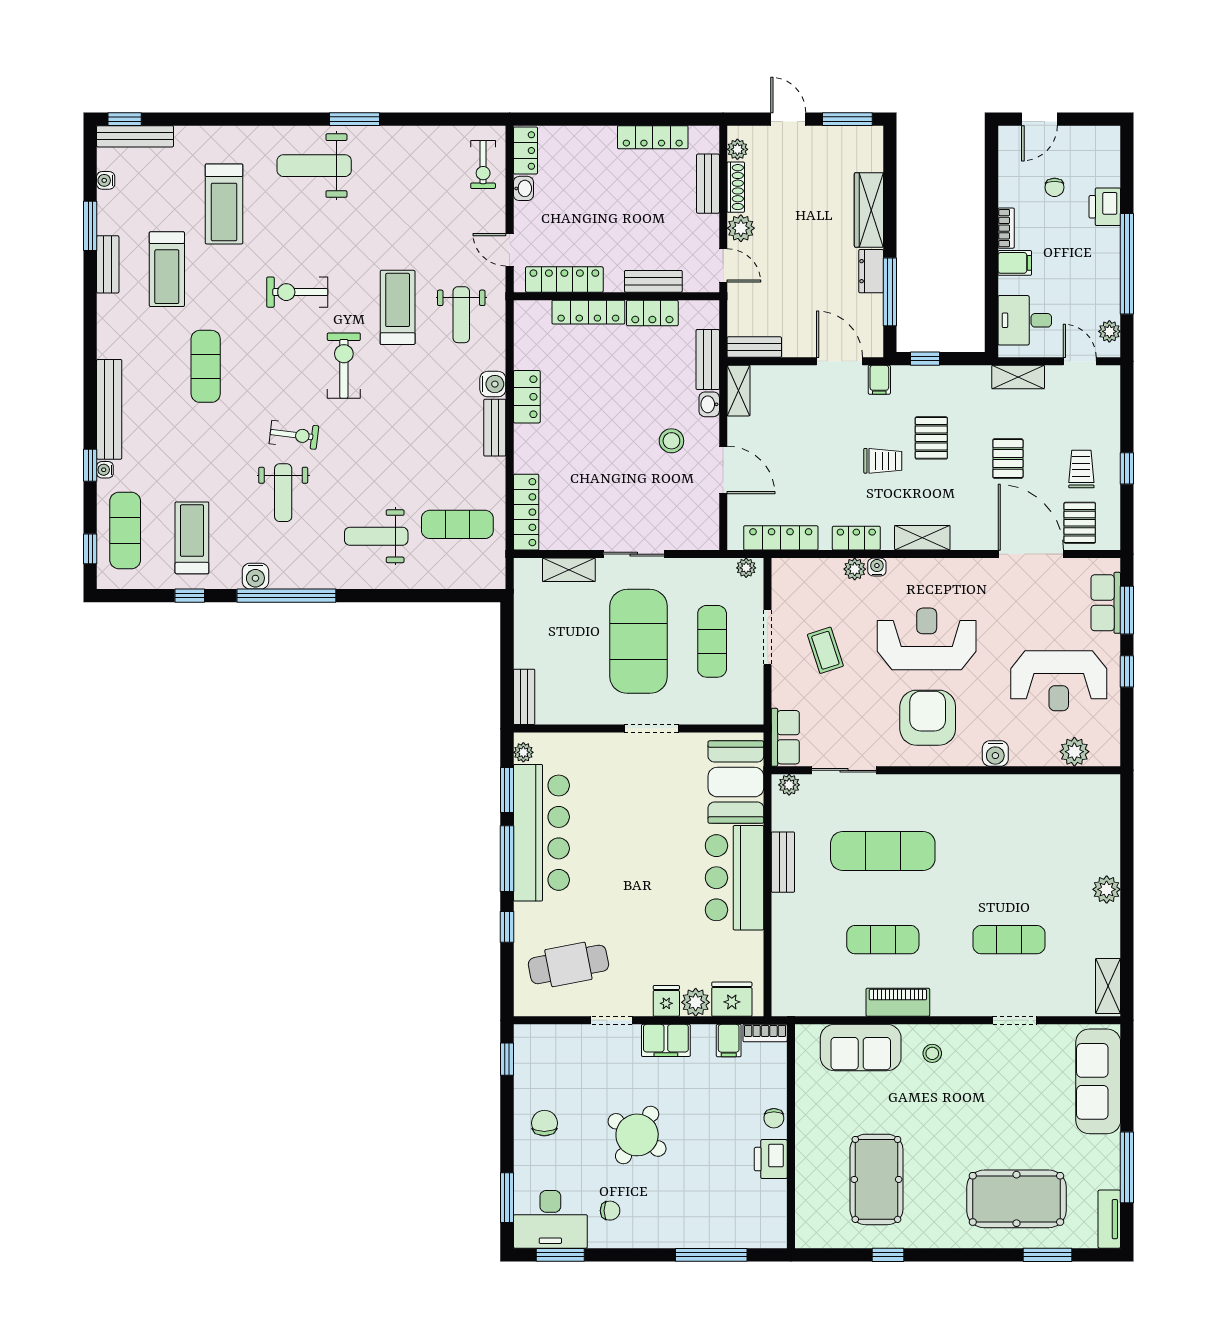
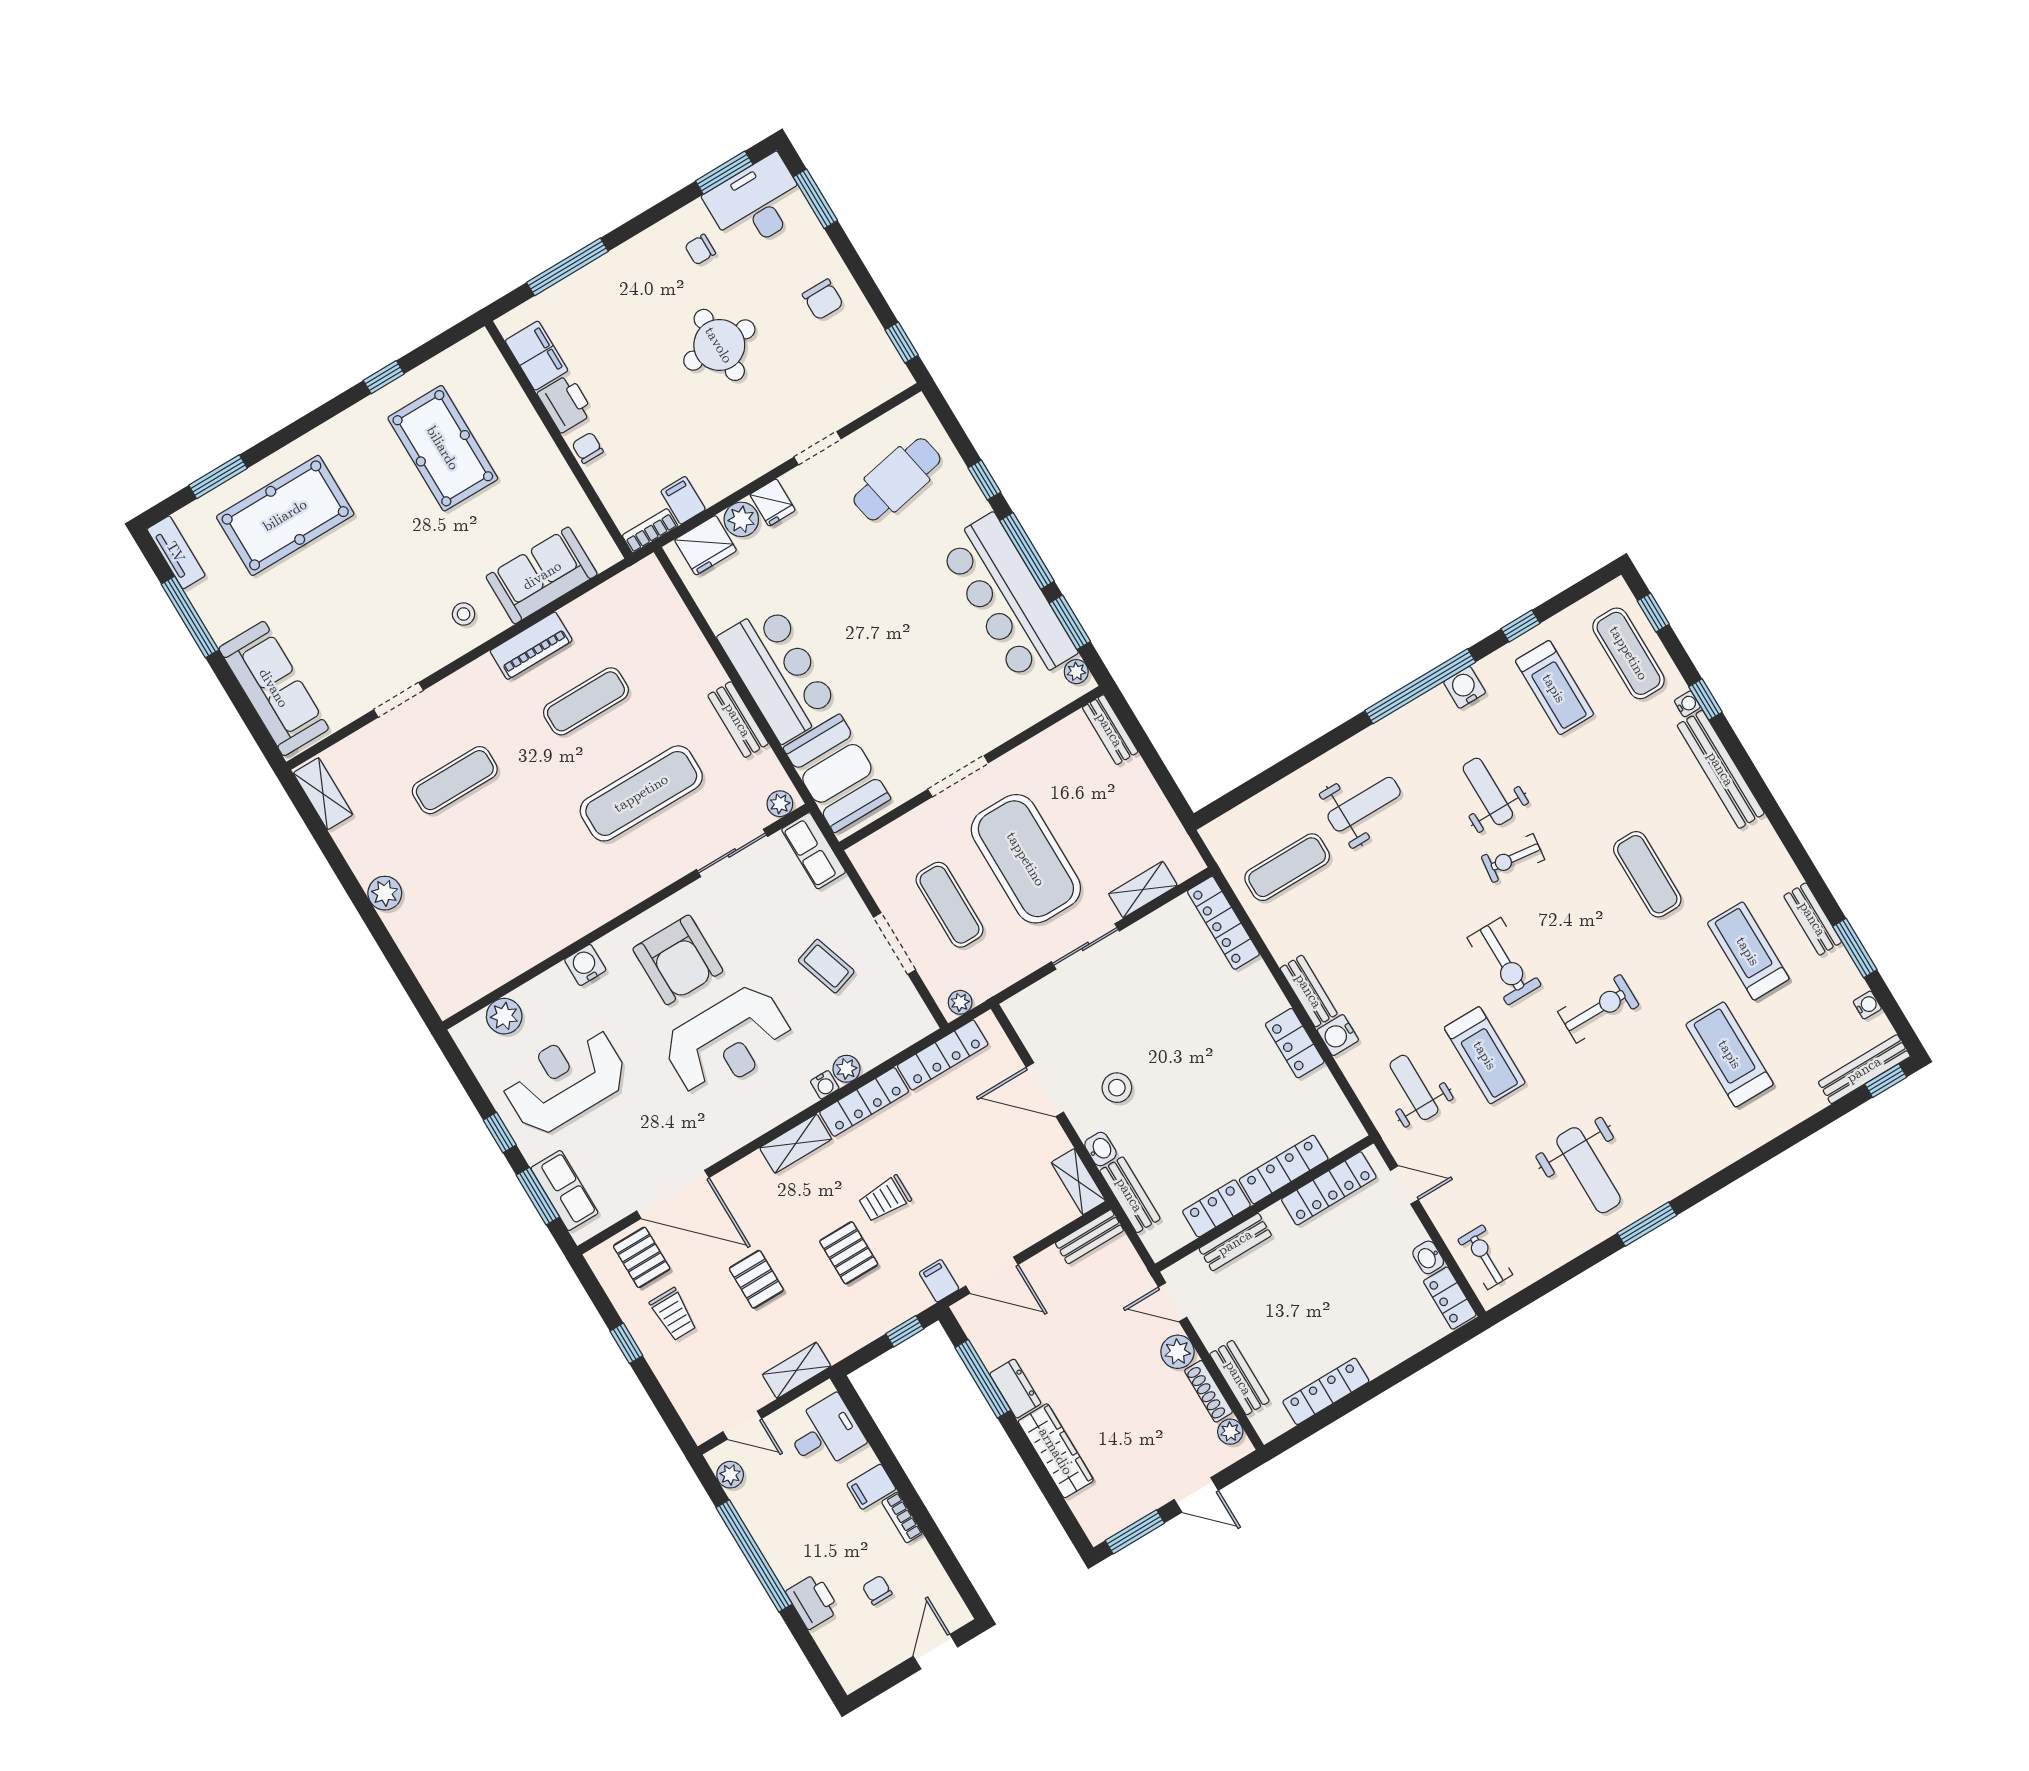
weight bench: (314, 166) -> (1589, 1170), moved, turned 90
locker: (856, 538) -> (864, 1102), width x1.53
filing cabinet: (666, 1040) -> (537, 356), moved, turned 90
round table: (637, 1135) -> (719, 345), turned -33

